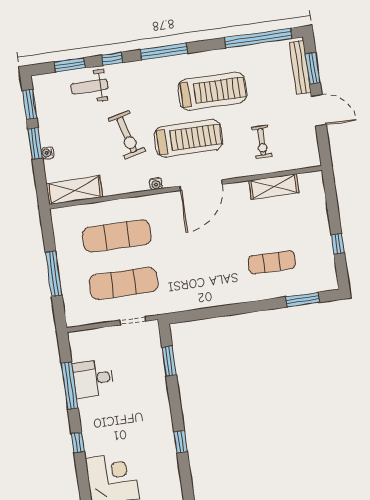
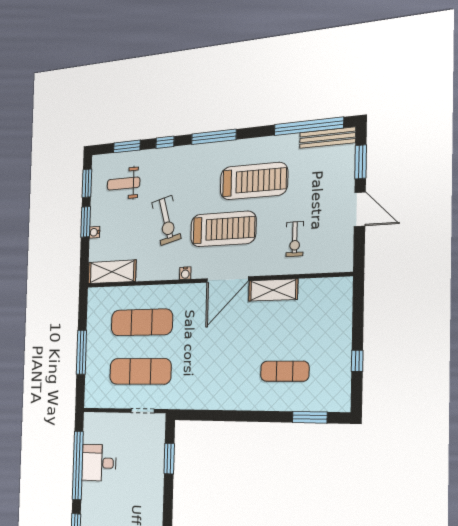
bench: (300, 67) -> (327, 138), moved, turned 90
weight bench: (89, 87) -> (124, 184), moved
shelving: (274, 187) -> (273, 290), moved
window: (70, 386) -> (78, 465), width x1.46

